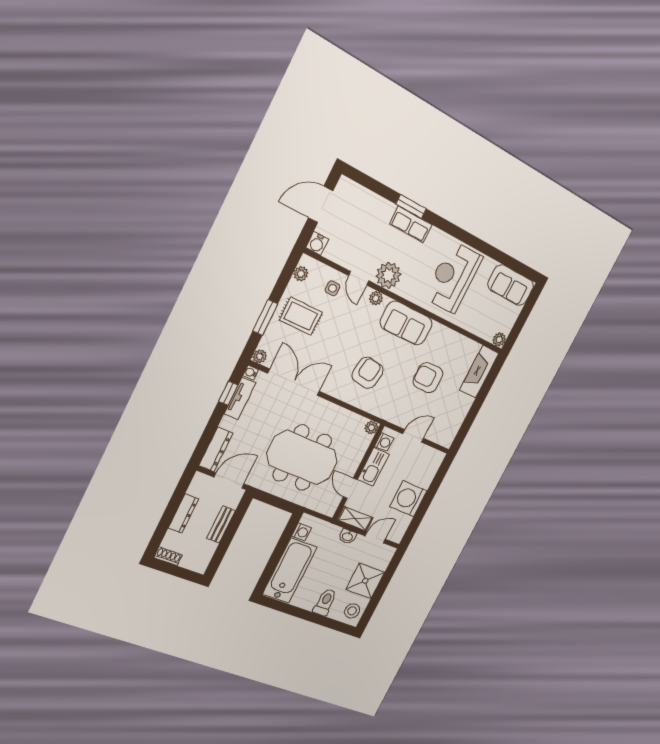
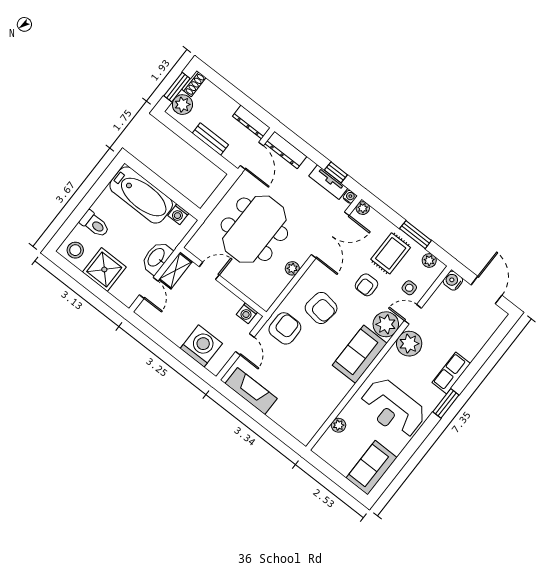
window: (411, 206) -> (446, 403), moved
reception desk: (453, 277) -> (393, 408), turned 180
plant: (376, 298) -> (386, 324), width x1.88, depth x1.88
window: (265, 317) -> (416, 235), moved
armchair: (337, 333) -> (367, 285), added
plant: (499, 340) -> (339, 425), moved
fireplace: (479, 372) -> (251, 391), moved
armchair: (428, 378) -> (285, 328), moved
plant: (371, 428) -> (292, 268), moved
kitchen sink: (373, 467) -> (224, 298), removed
washing machine: (408, 499) -> (201, 346), moved
dresser: (183, 514) -> (251, 122), moved
washbasin: (348, 536) -> (157, 258), width x1.91, depth x1.45
plant: (192, 560) -> (182, 105), added
window: (176, 571) -> (177, 87), added

